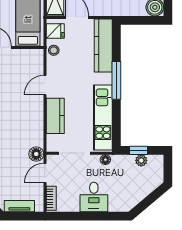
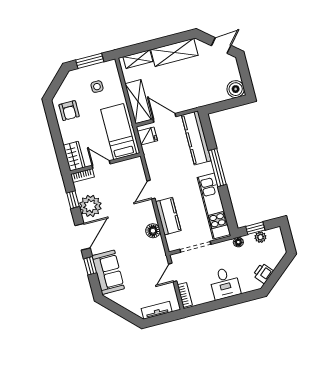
stool: (54, 50) -> (151, 155), removed
floor lamp: (36, 154) -> (153, 231), moved
floor lamp: (105, 160) -> (238, 242), moved
printer: (135, 197) -> (263, 273), added

